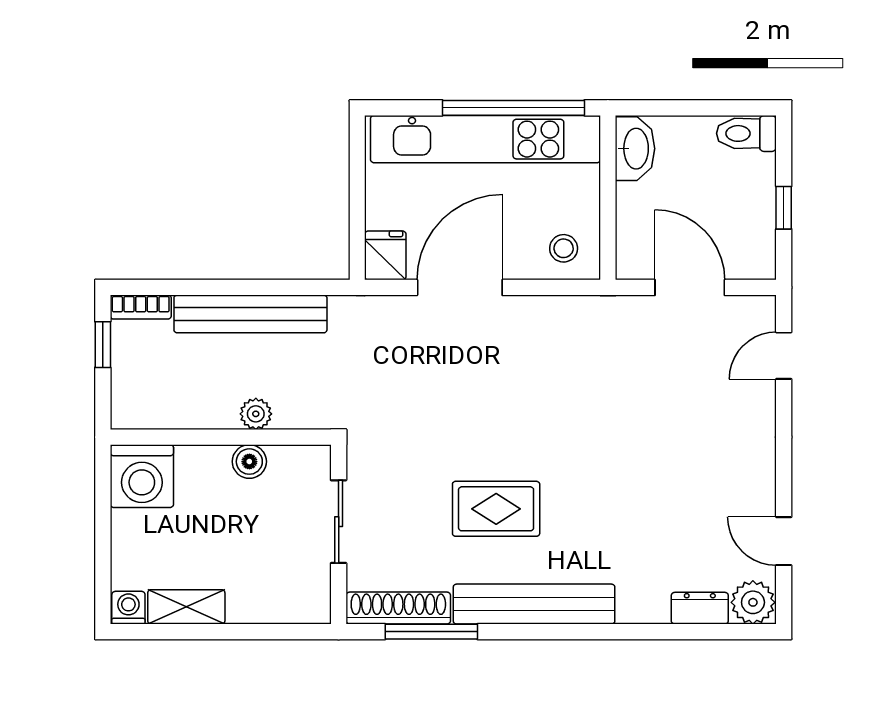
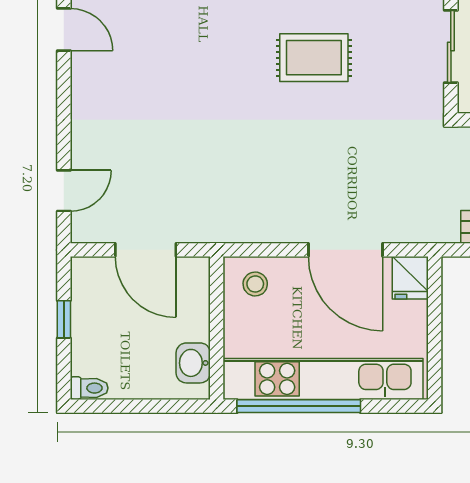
toilet: (746, 133) -> (89, 388), width x0.73, depth x0.72
washbasin: (635, 149) -> (193, 363), width x0.72
door: (460, 287) -> (345, 250), hinge flipped

